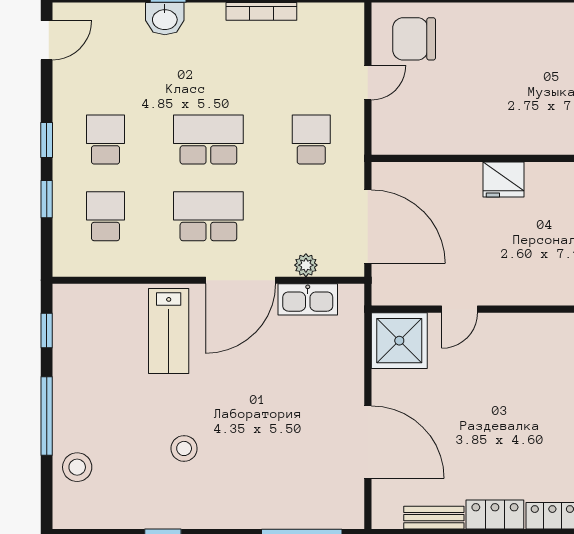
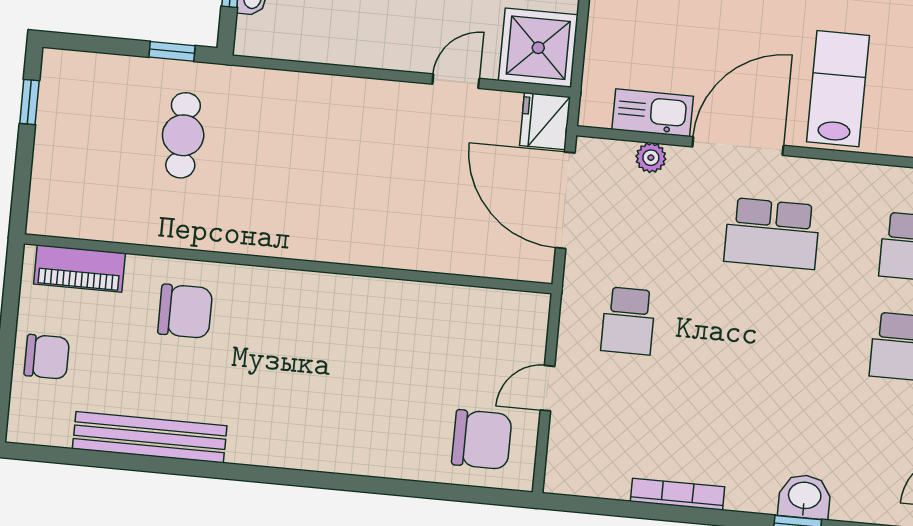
school desk: (208, 140) -> (763, 334), removed
fridge: (503, 179) -> (545, 121), moved, turned -90

